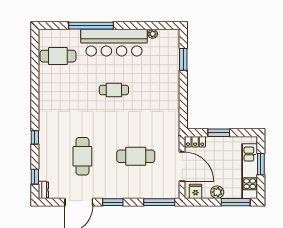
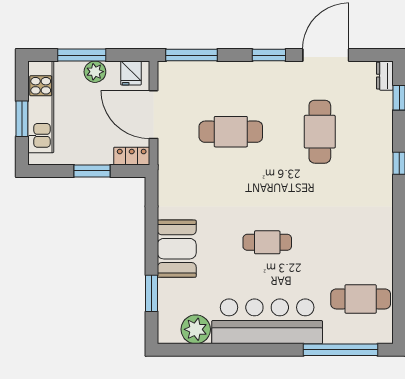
window: (91, 26) -> (341, 350), moved
plant: (153, 34) -> (196, 329), width x1.87, depth x1.87
booth: (168, 86) -> (177, 249), added
window: (236, 202) -> (82, 55), moved

